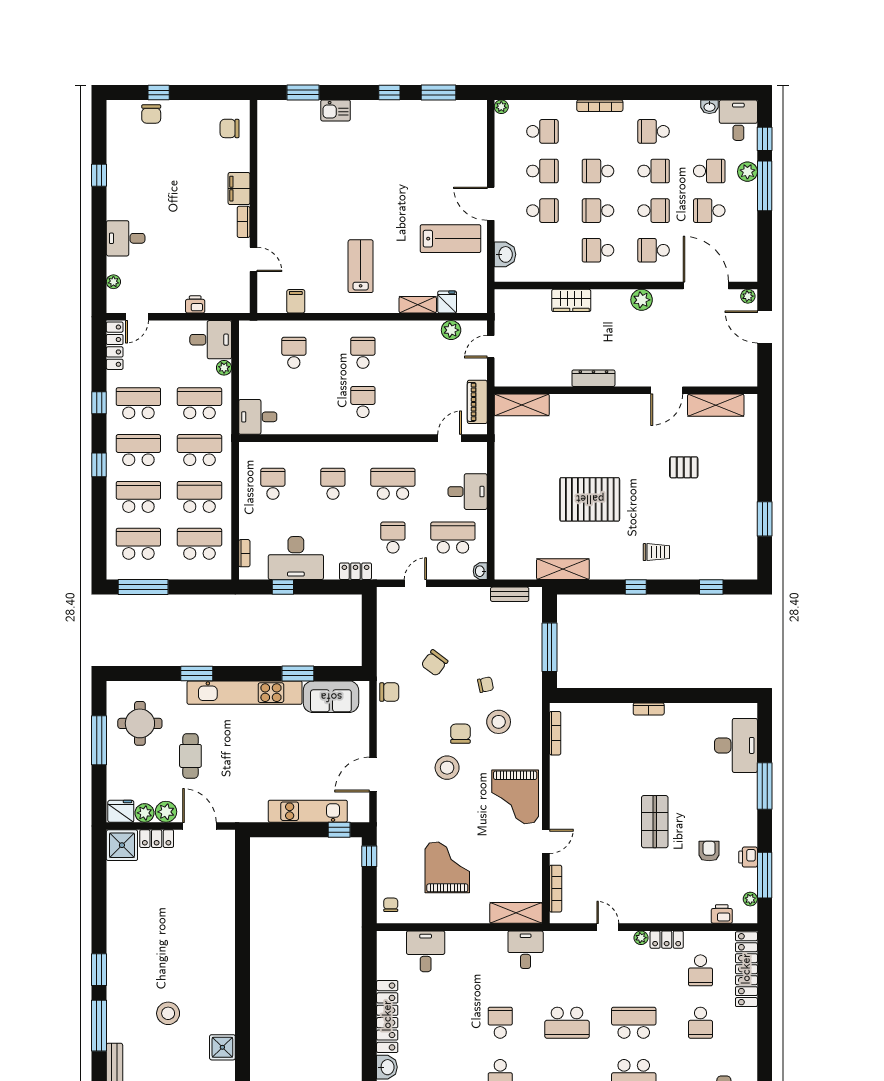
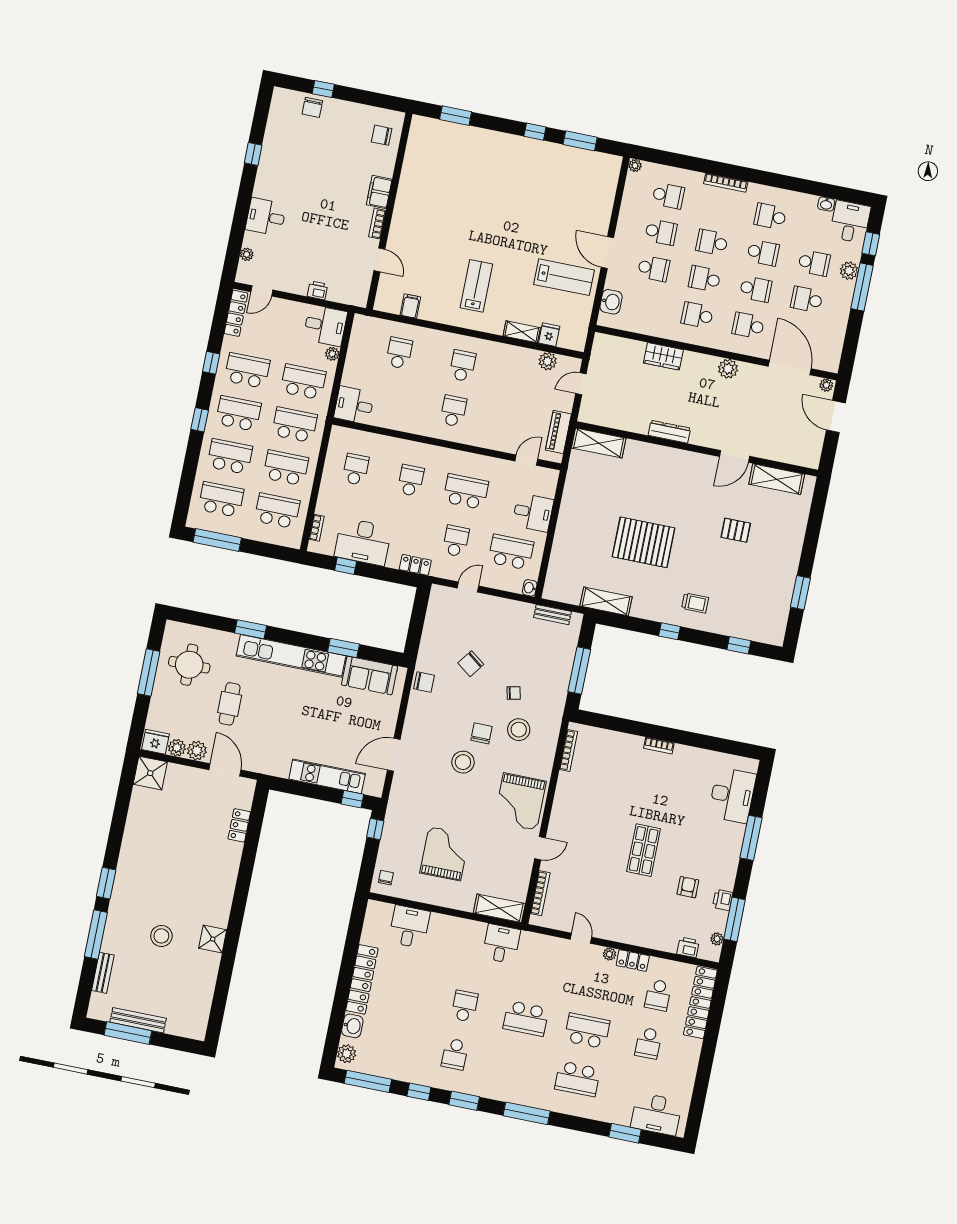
kitchen sink: (335, 110) -> (482, 138), removed
locker: (157, 839) -> (239, 825), moved, turned 90
shower: (222, 1047) -> (213, 939), moved

